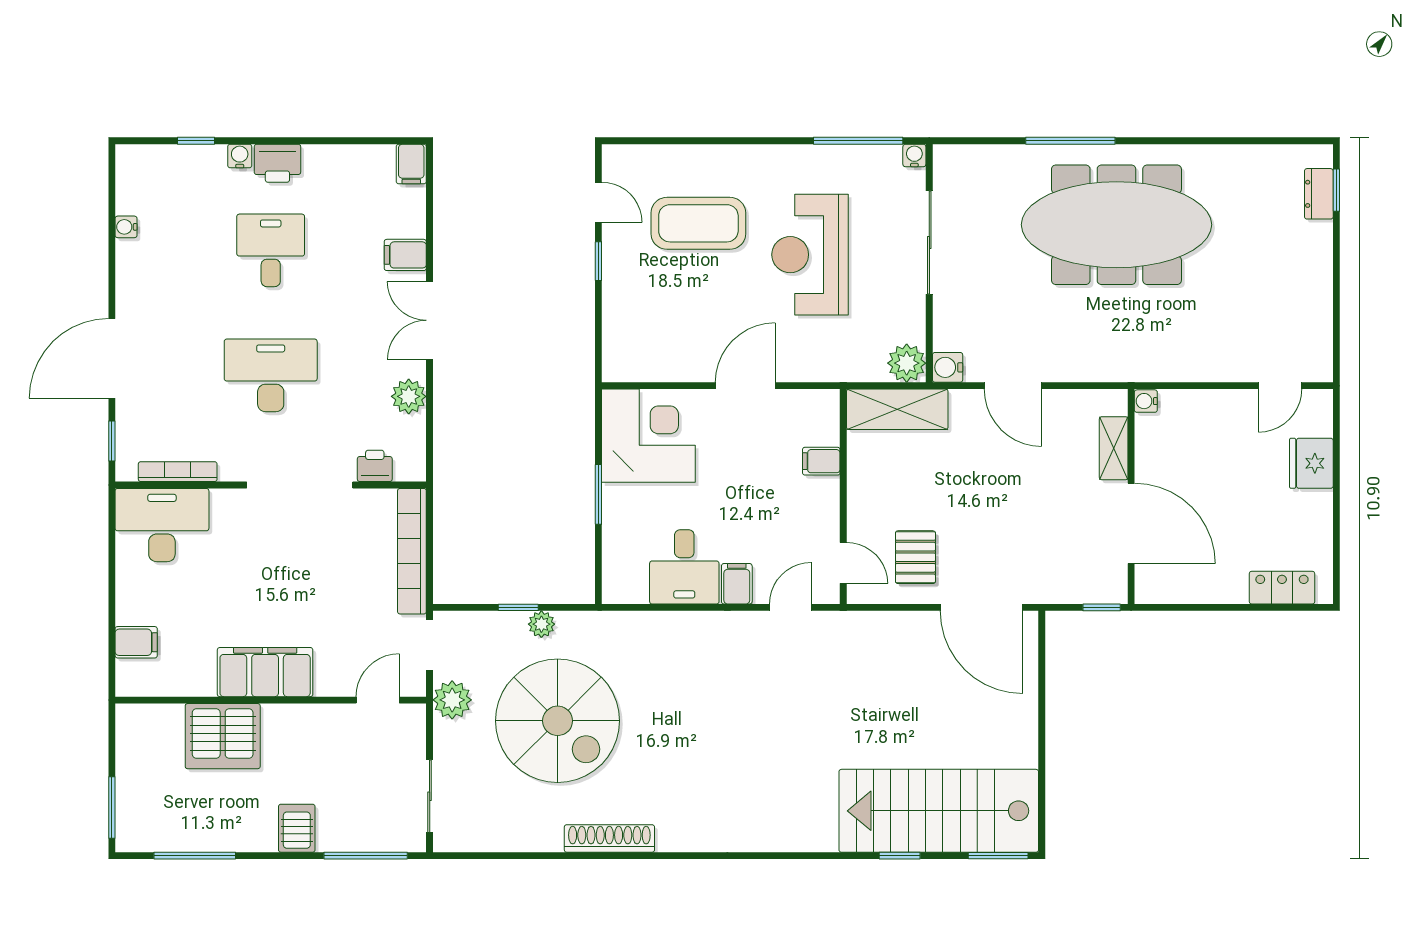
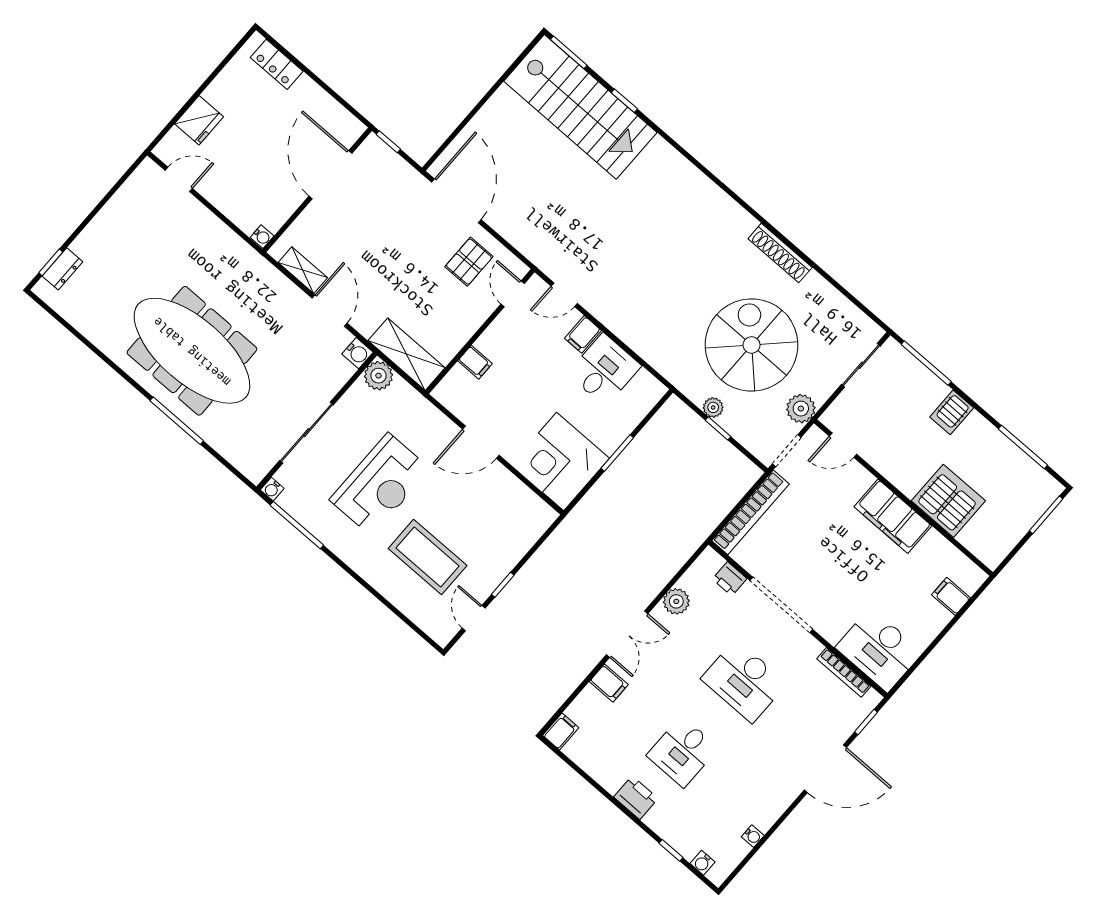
water cooler: (240, 156) -> (703, 863), moved
shelving: (1114, 448) -> (303, 270), moved, turned 90

